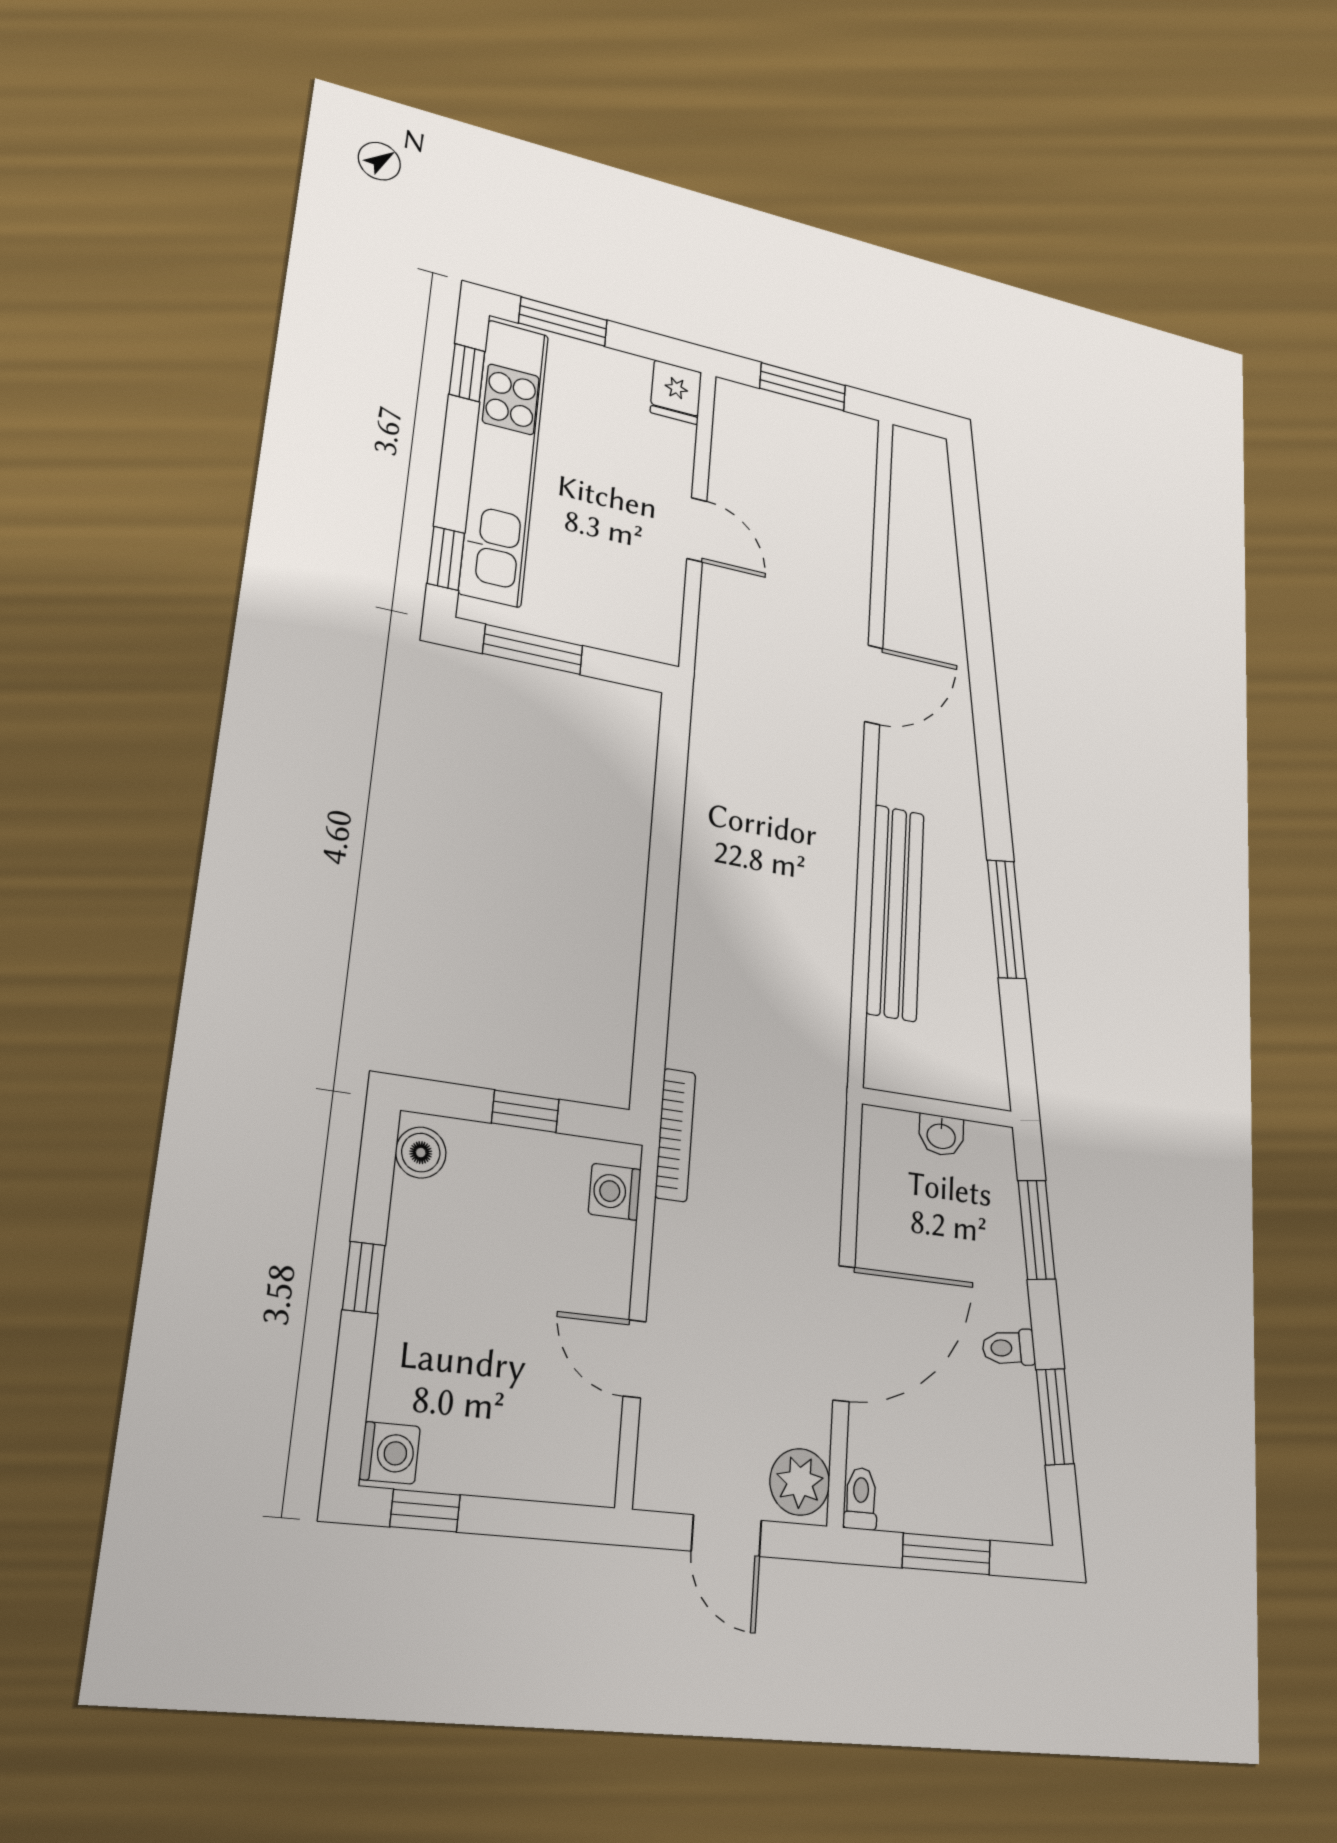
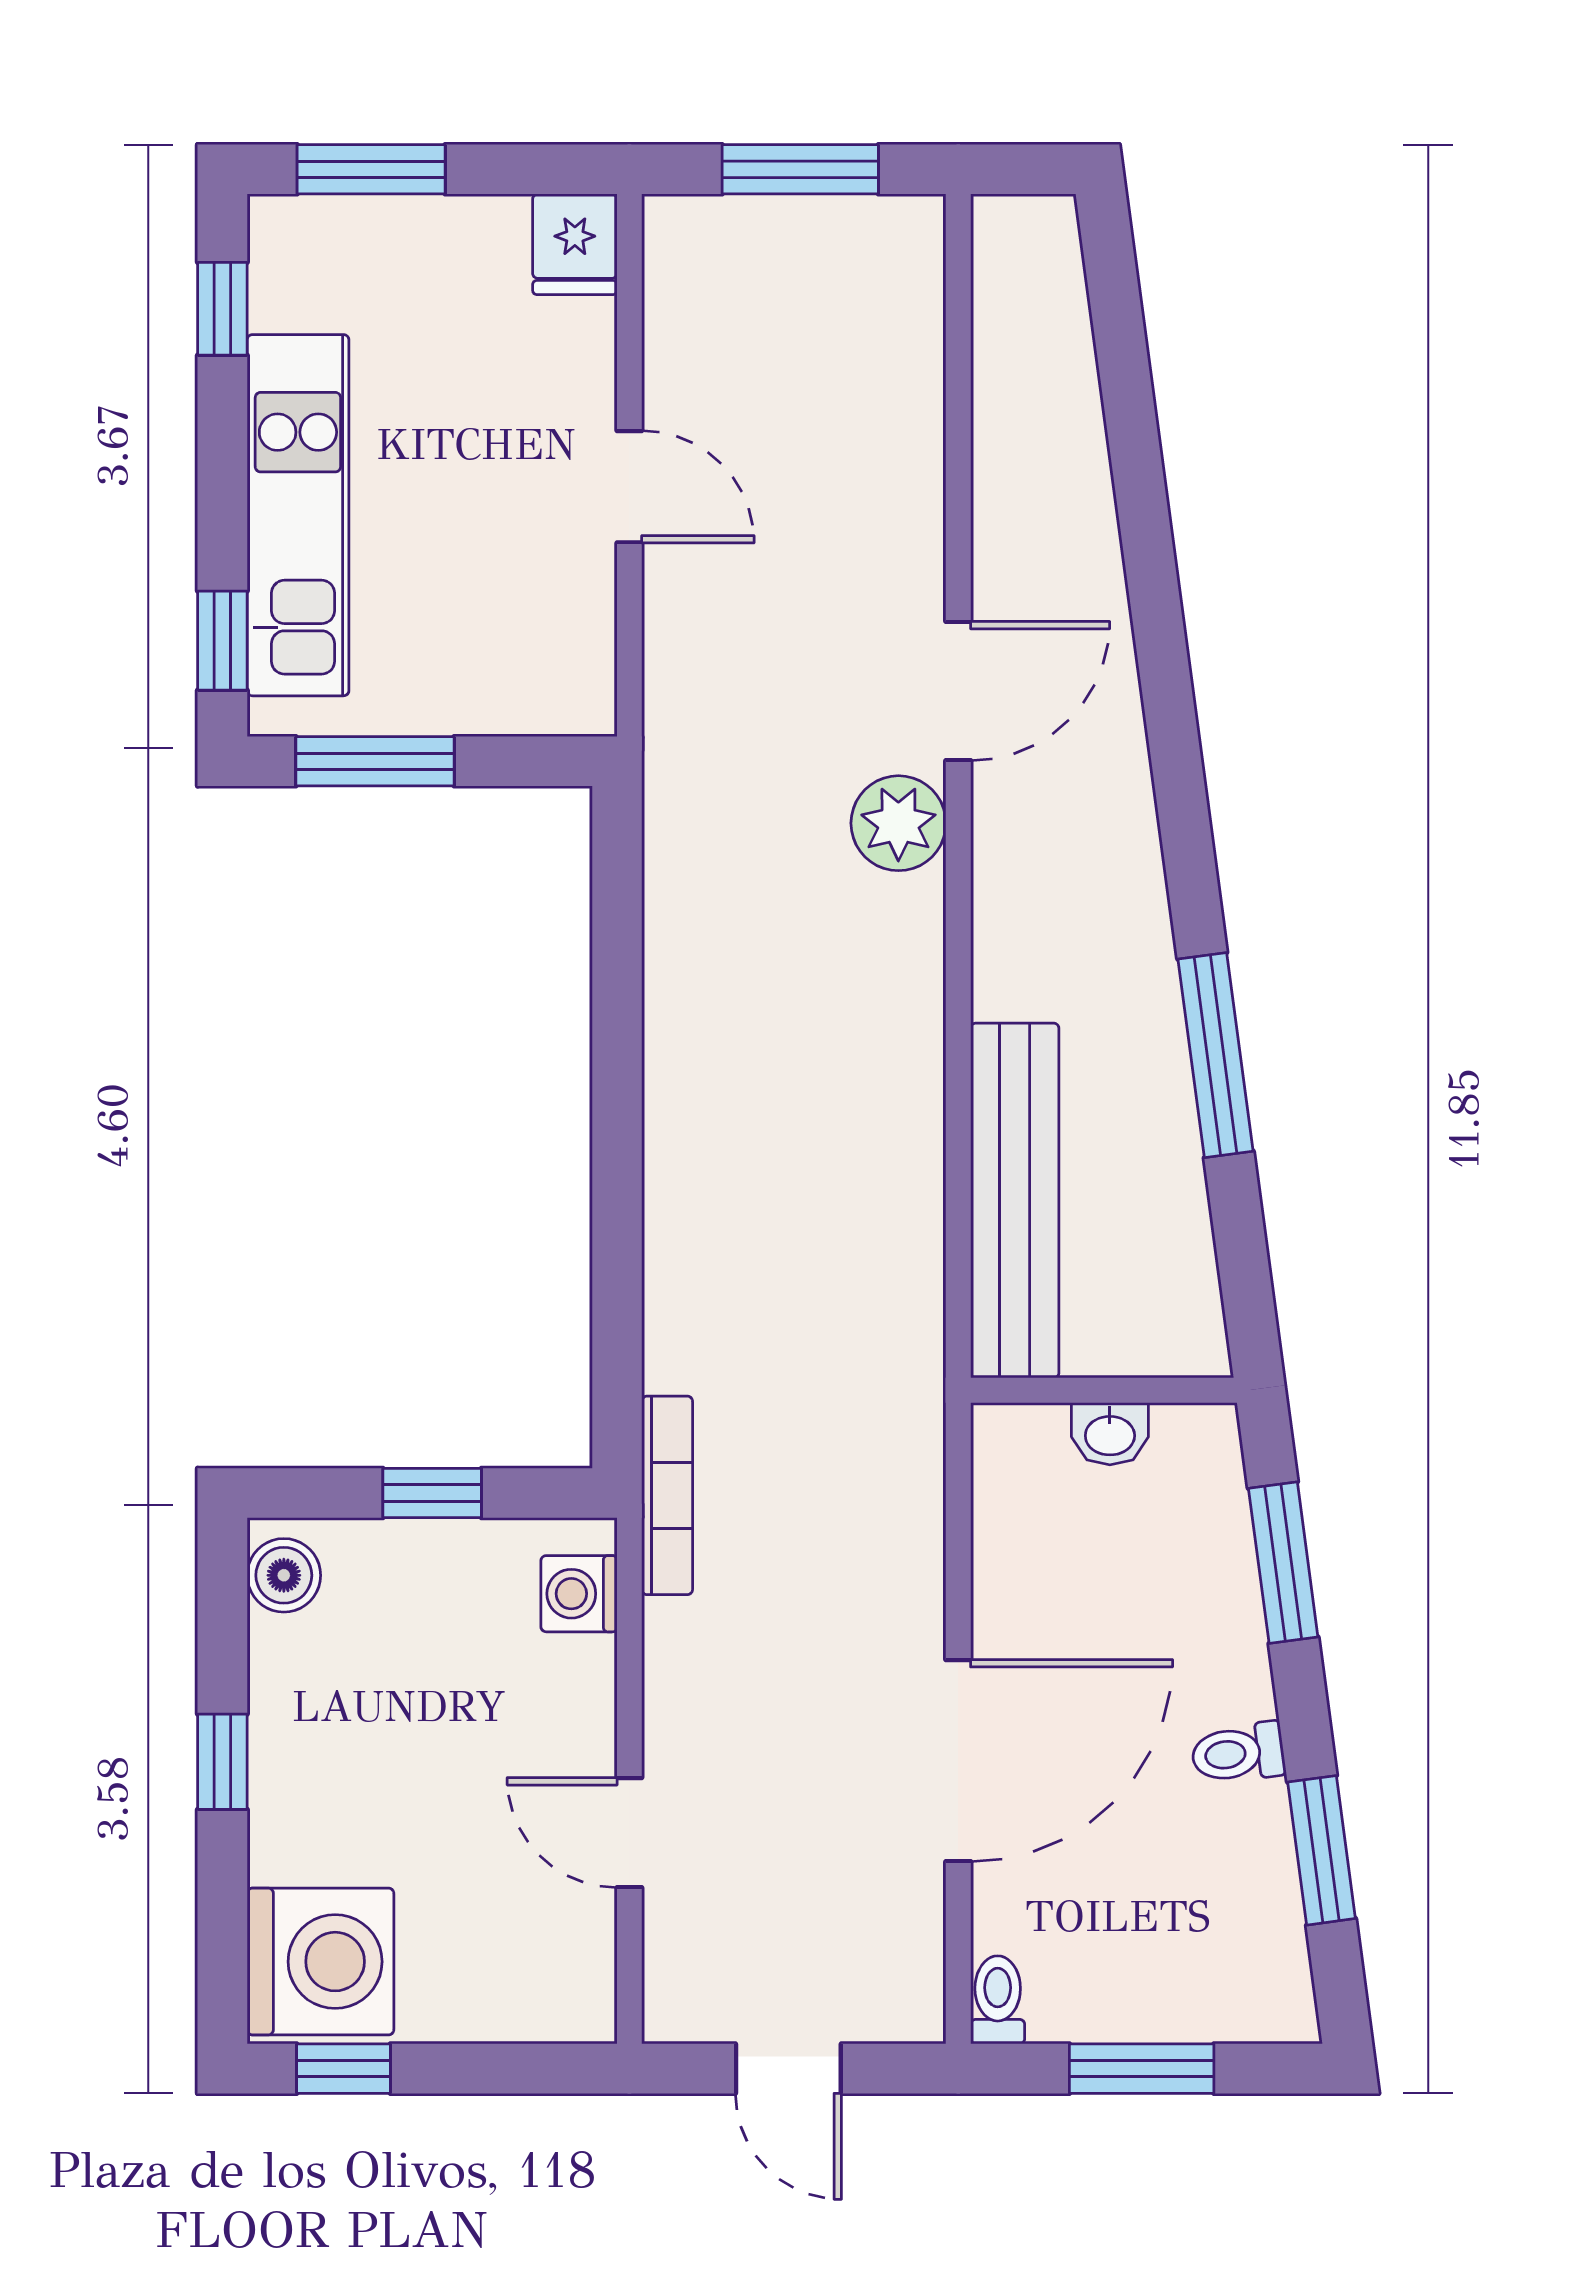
kitchen unit: (504, 462) -> (298, 515), width x0.73
bench: (895, 912) -> (1015, 1201), moved
washing machine: (390, 1453) -> (320, 1962), width x1.89, depth x1.89
plant: (800, 1482) -> (898, 823), moved

